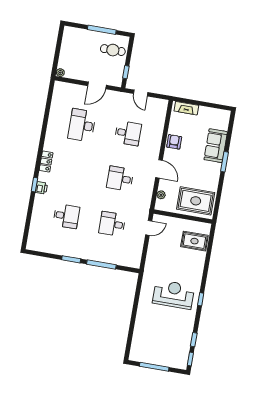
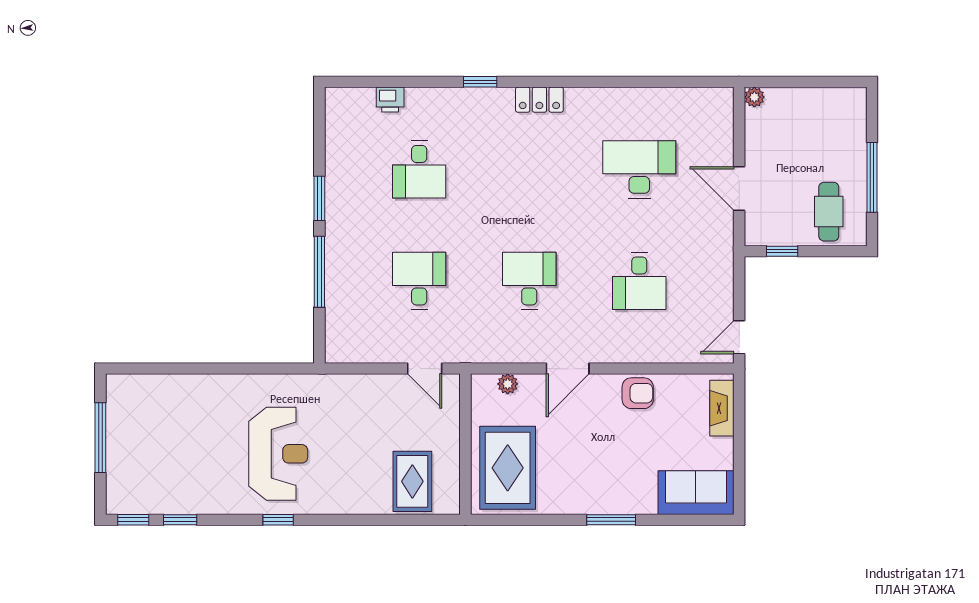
door: (141, 93) -> (739, 337), moved
sofa: (216, 146) -> (696, 493), moved
printer: (41, 188) -> (390, 100), moved

